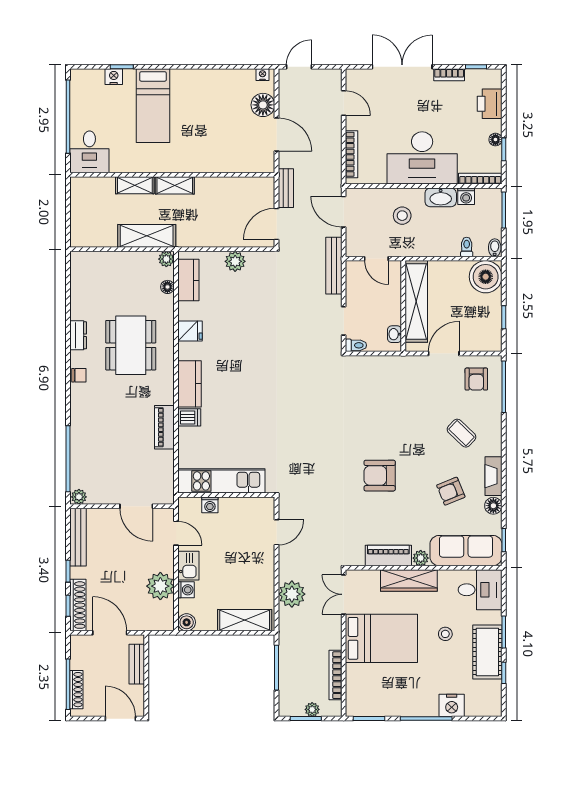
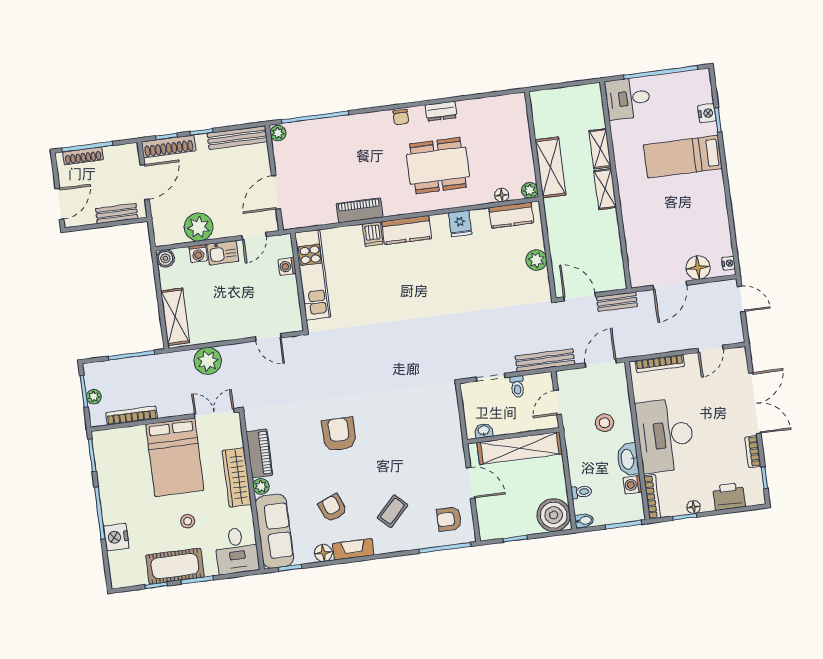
toilet: (356, 345) -> (517, 387), moved

